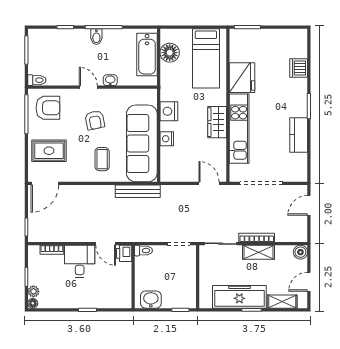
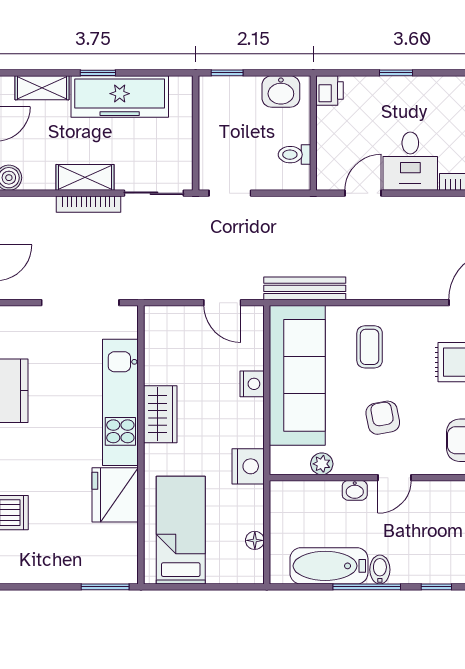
floor lamp: (170, 53) -> (255, 540), width x0.53, depth x0.53
bathtub: (147, 54) -> (329, 566), moved, turned -90
door: (88, 87) -> (395, 478), hinge flipped
plant: (128, 95) -> (322, 464), added
nightstand: (169, 111) -> (248, 466), moved
door: (209, 183) -> (222, 303), moved
door: (106, 244) -> (363, 193), hinge flipped
toilet: (143, 251) -> (294, 155), moved
printer: (124, 253) -> (330, 91), moved

